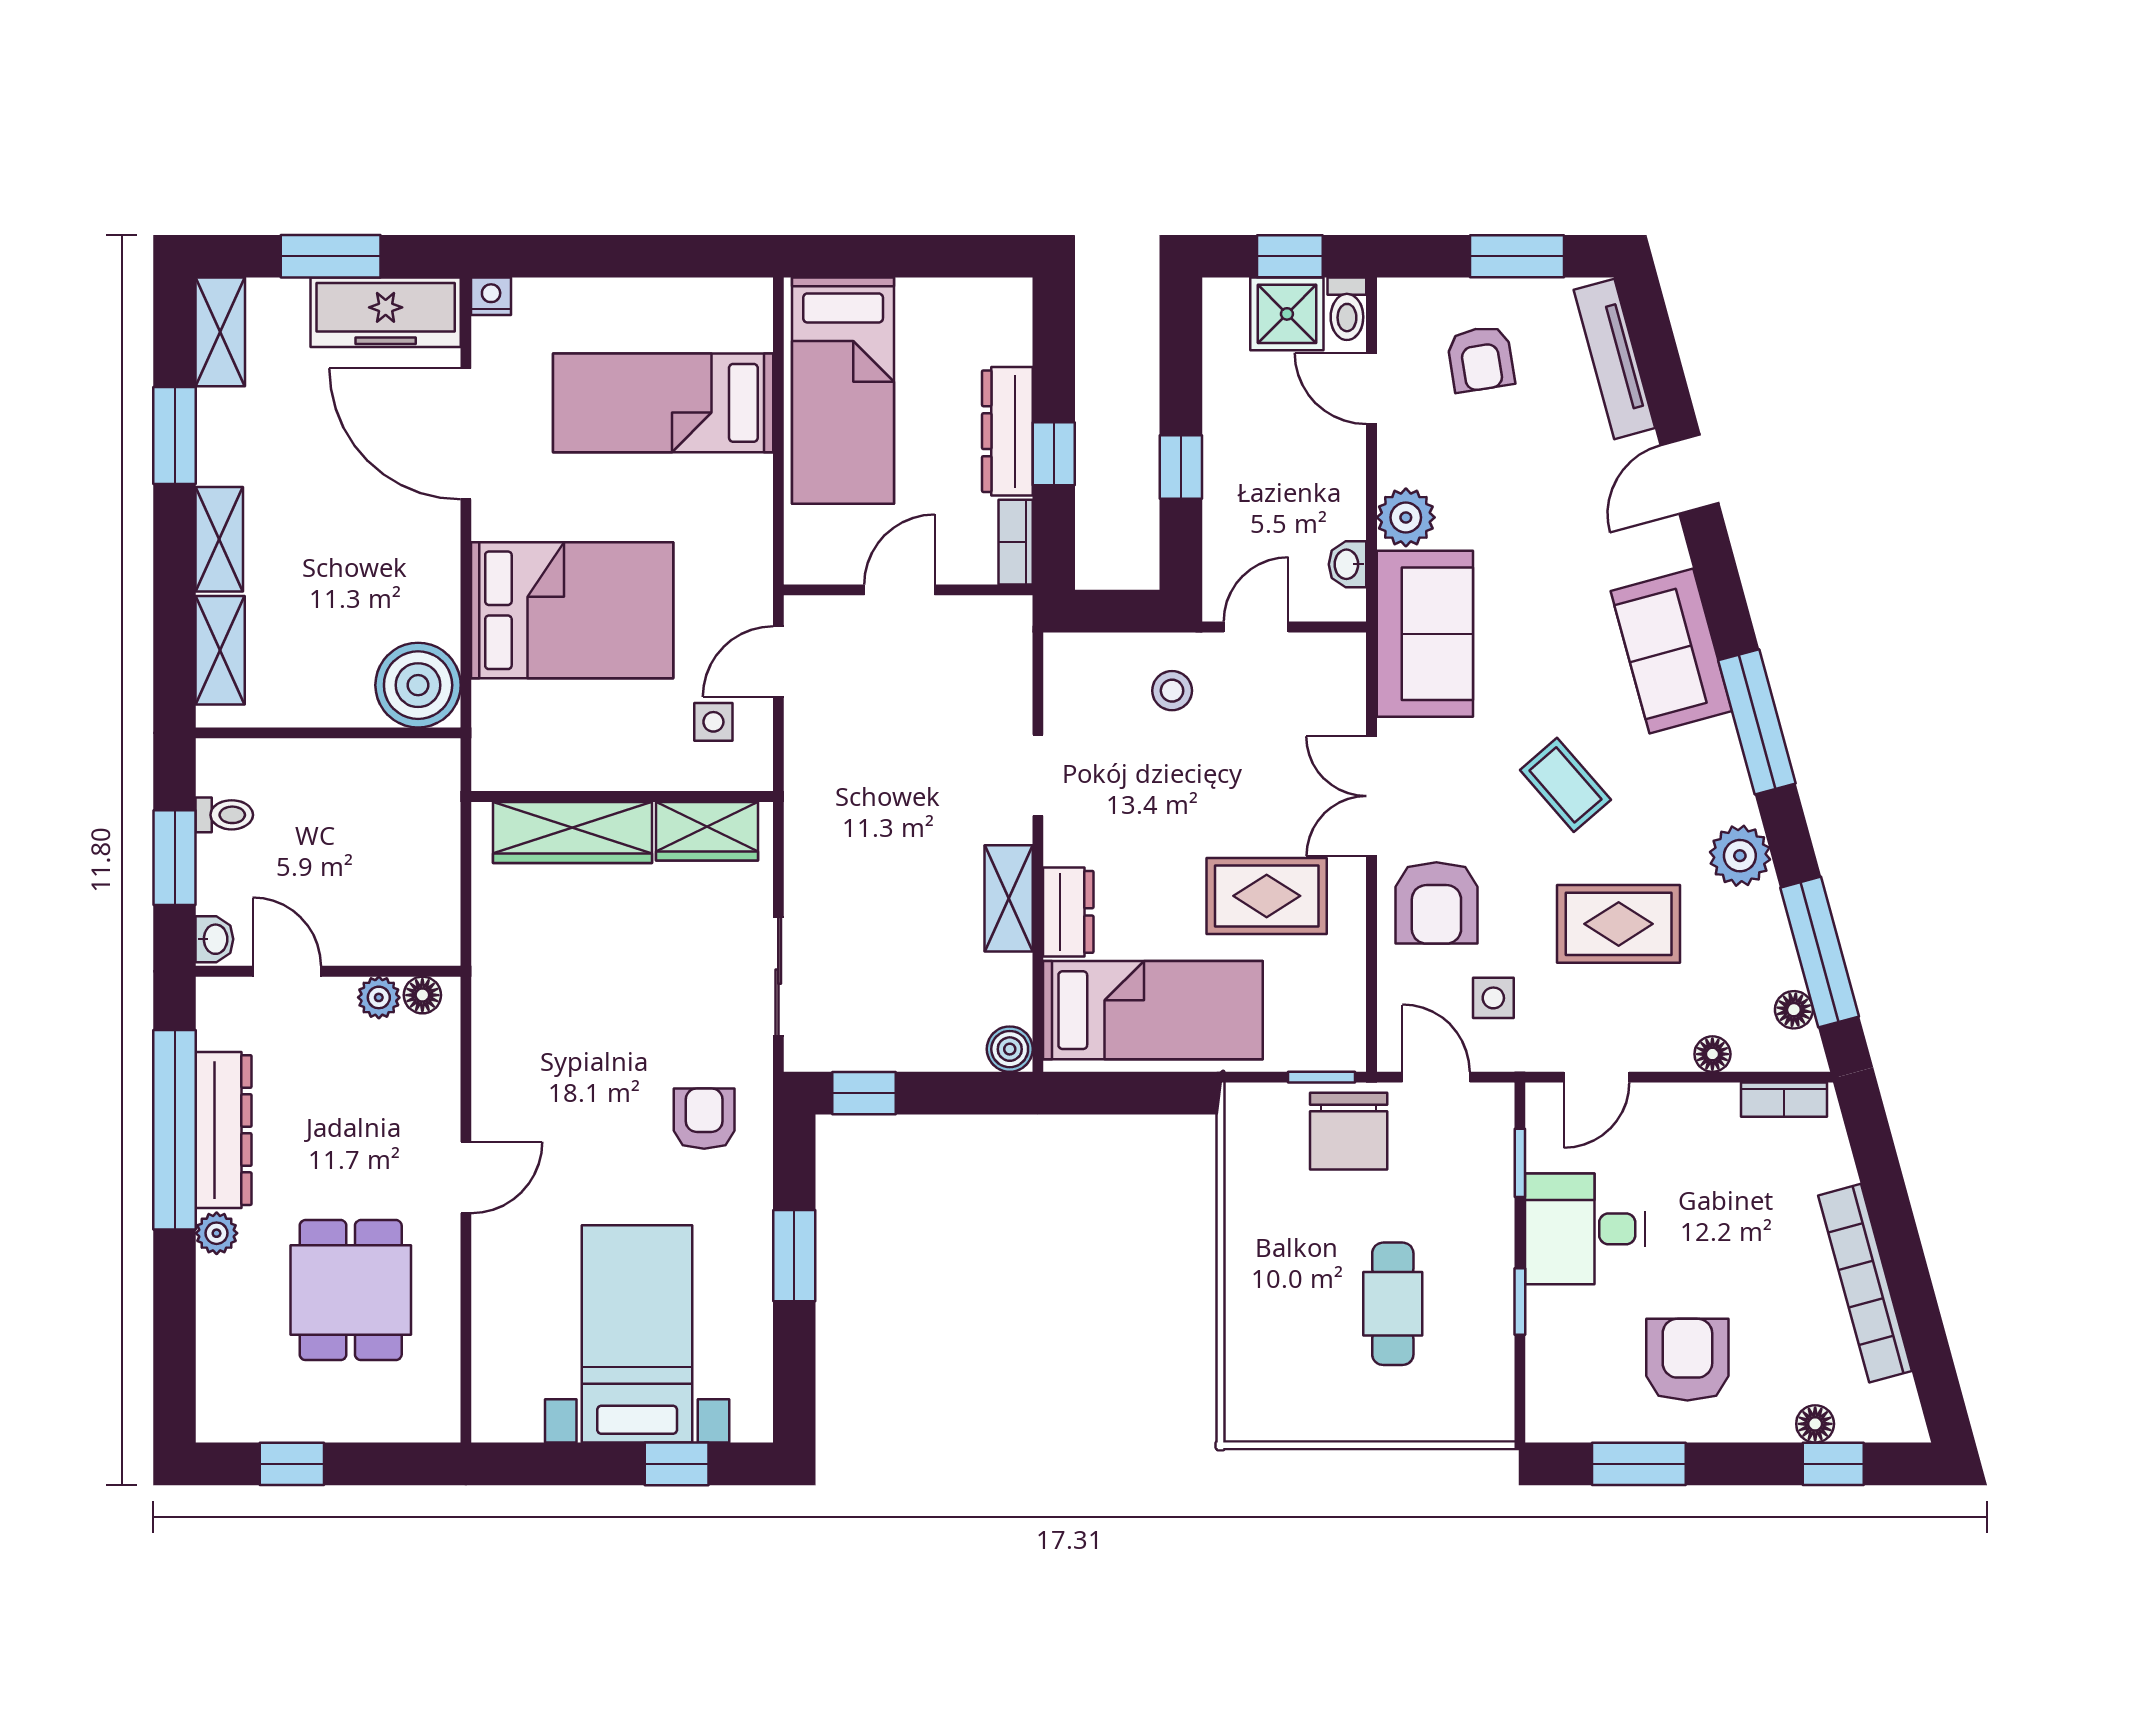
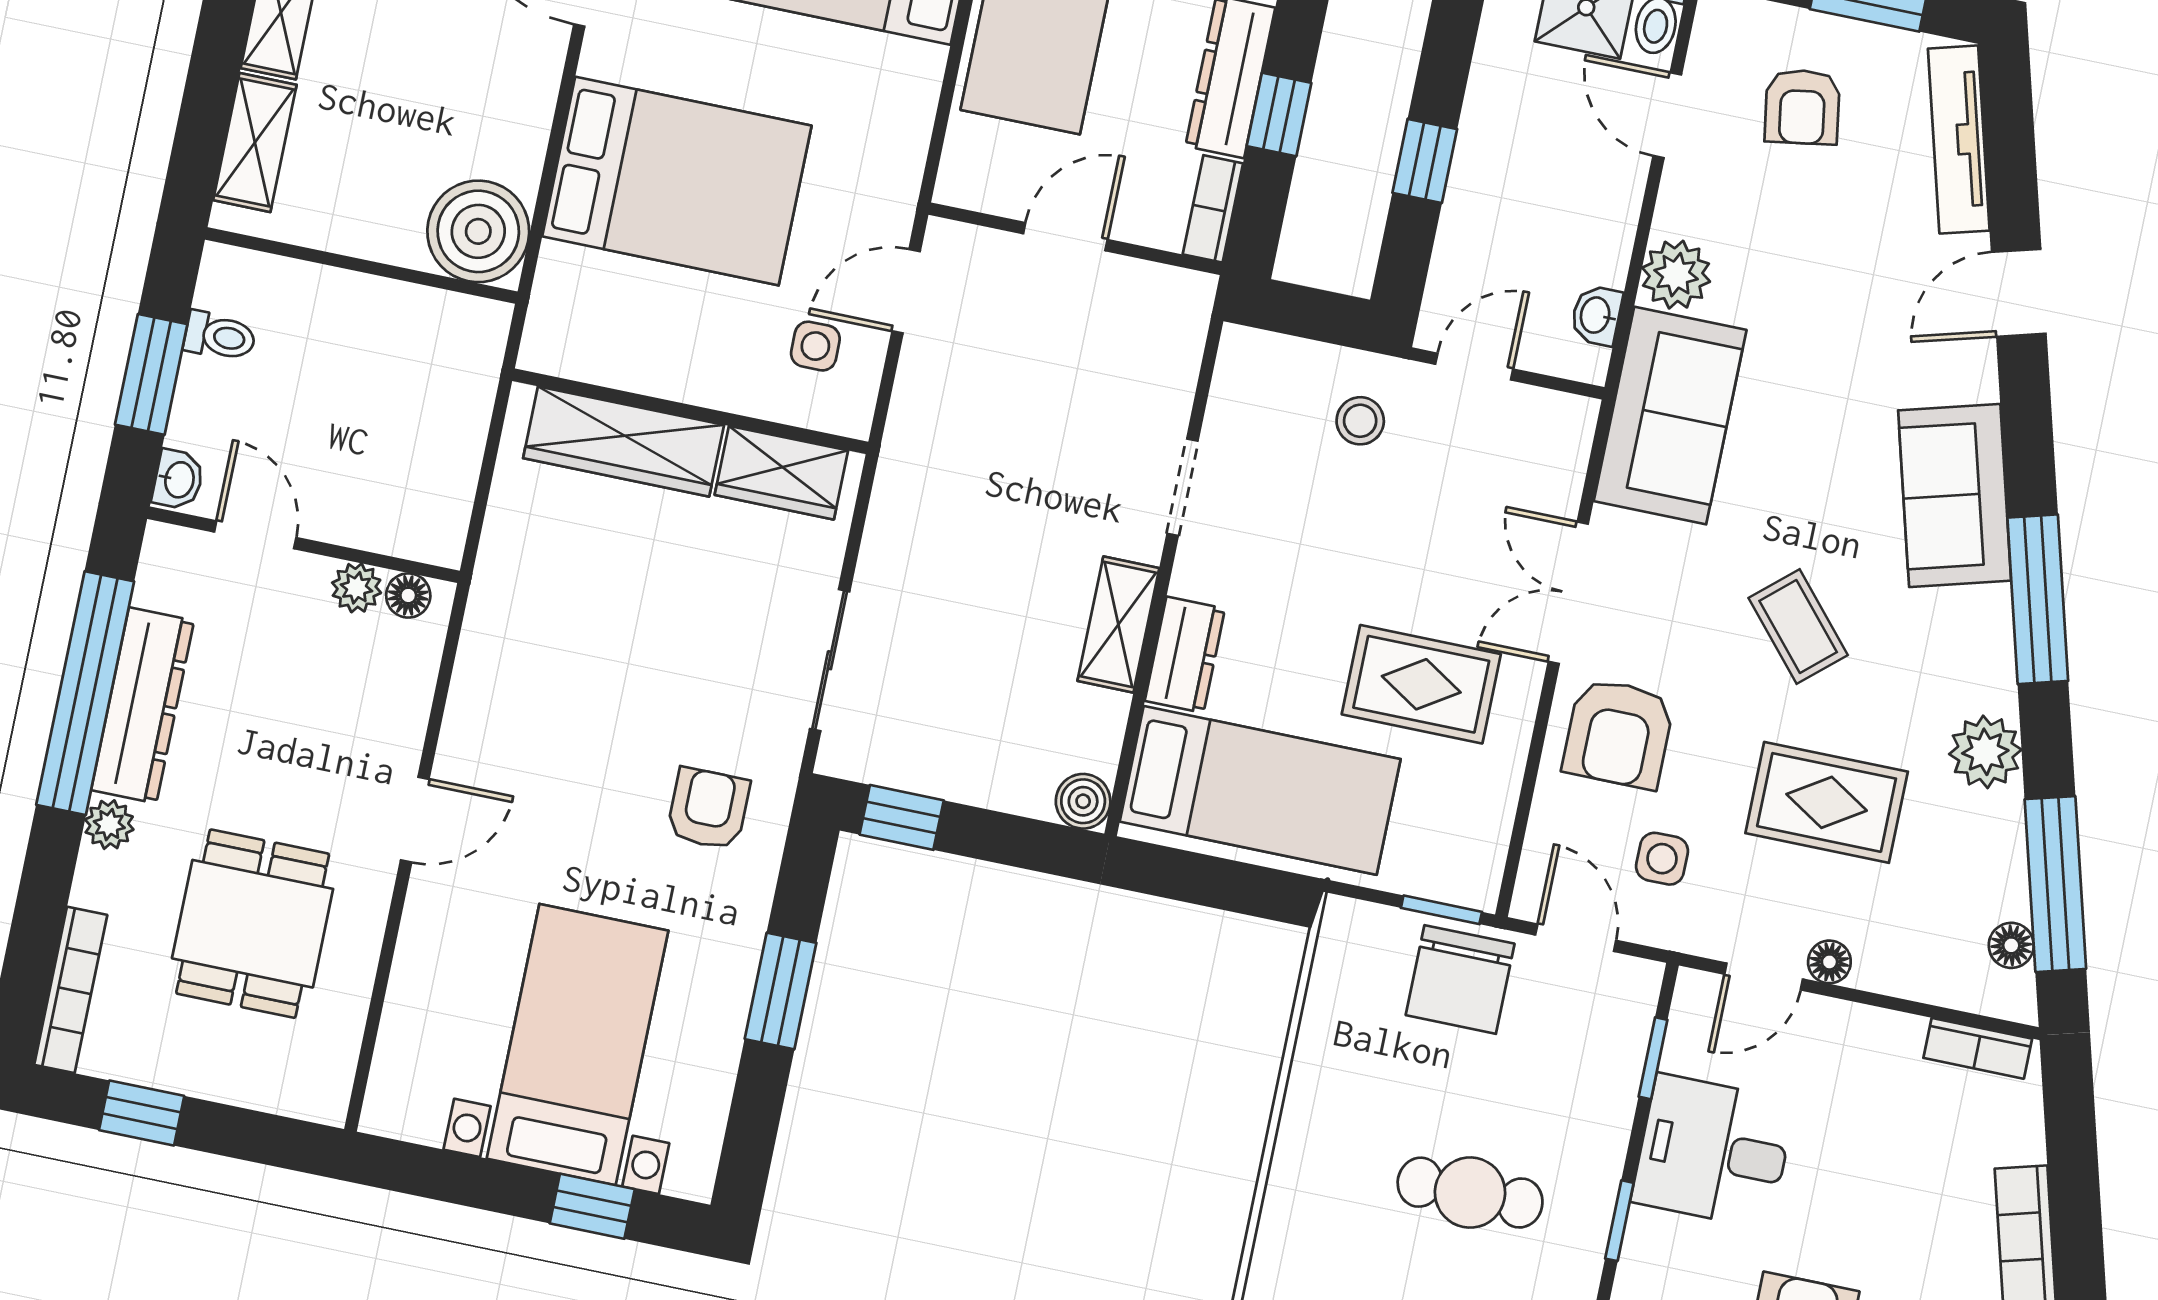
floor lamp: (1712, 1054) -> (1829, 962), moved
cafe table: (1393, 1304) -> (1470, 1193), turned 90
bookcase: (213, 1375) -> (71, 990), added

